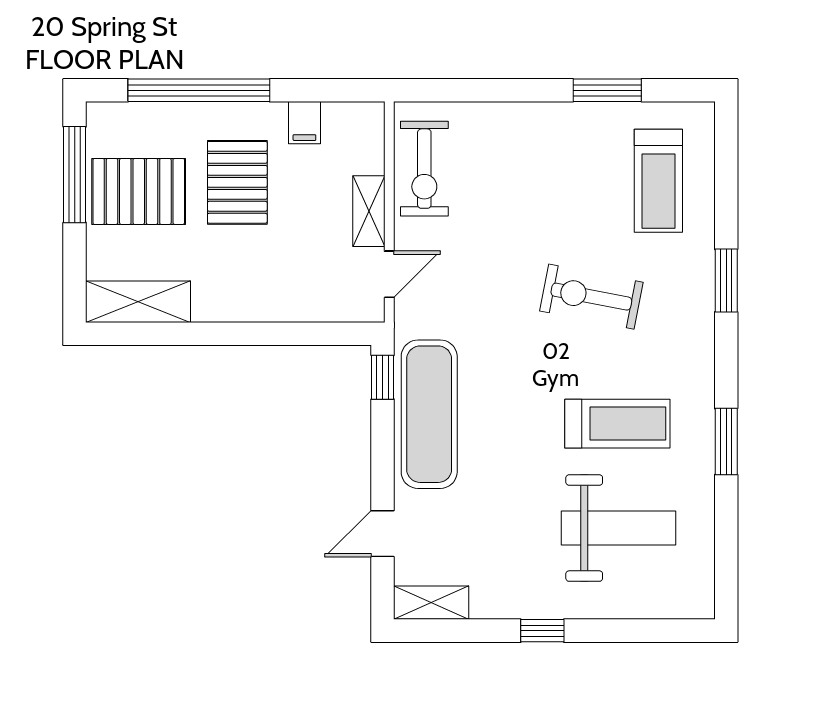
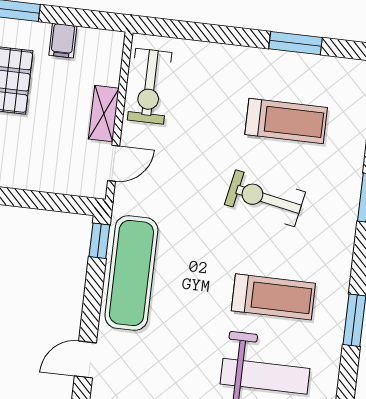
treadmill: (658, 181) -> (286, 121), moved, turned -90

